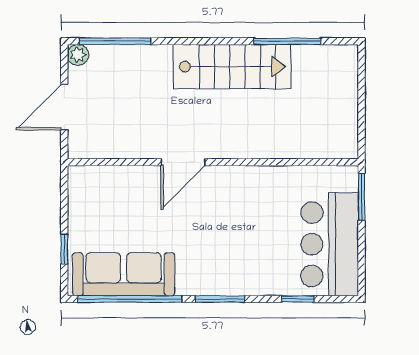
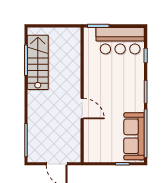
plant: (78, 55) -> (32, 157), removed
stairs: (232, 67) -> (38, 62), moved

